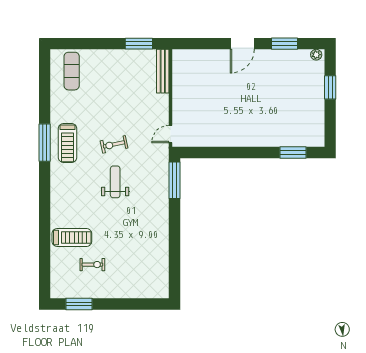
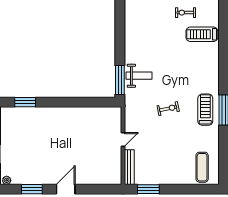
door: (171, 134) -> (123, 139), moved
weight bench: (115, 182) -> (139, 76), moved, turned -90

